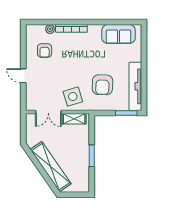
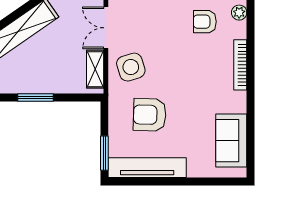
plant: (50, 29) -> (239, 13), moved

